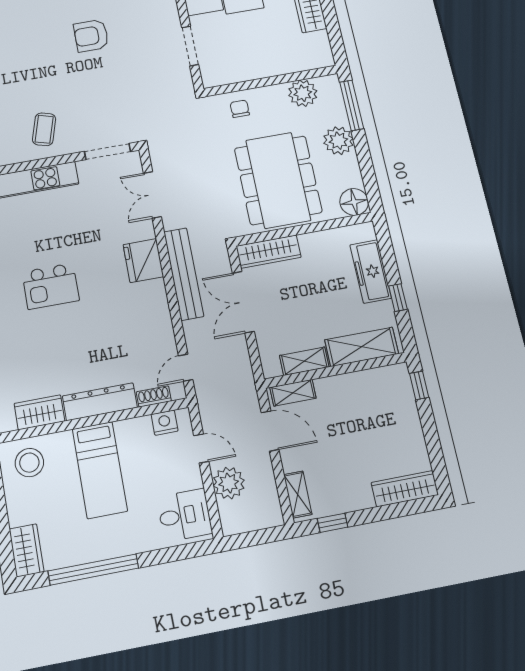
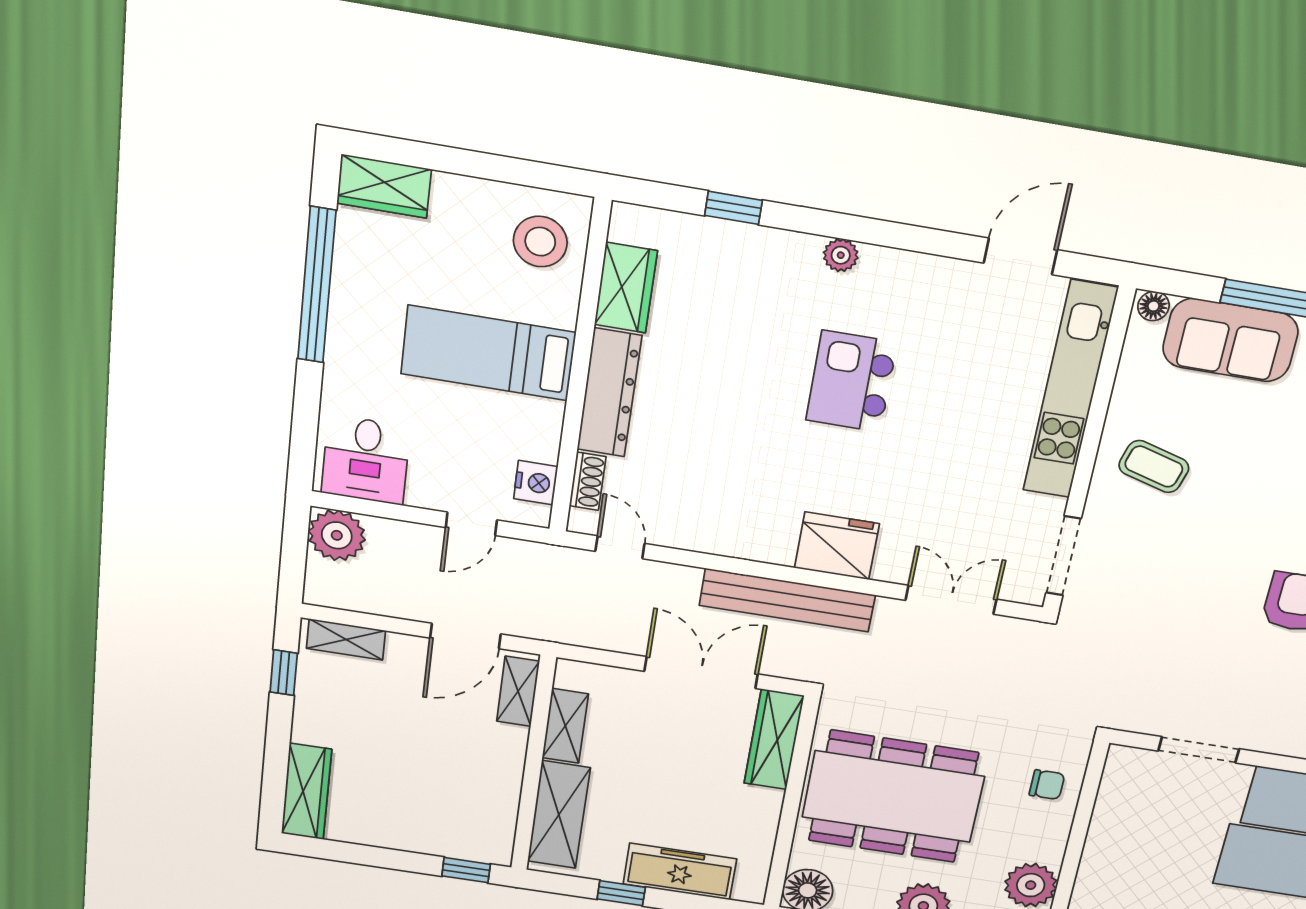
plant: (229, 483) -> (337, 535), moved

